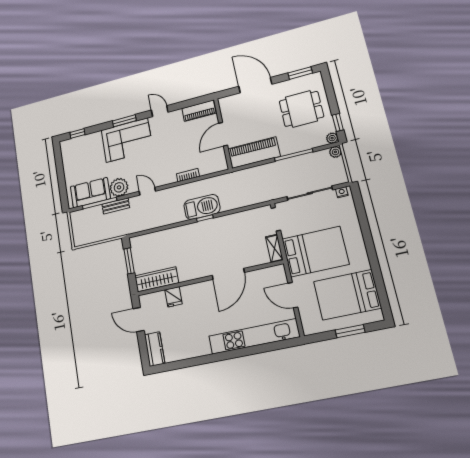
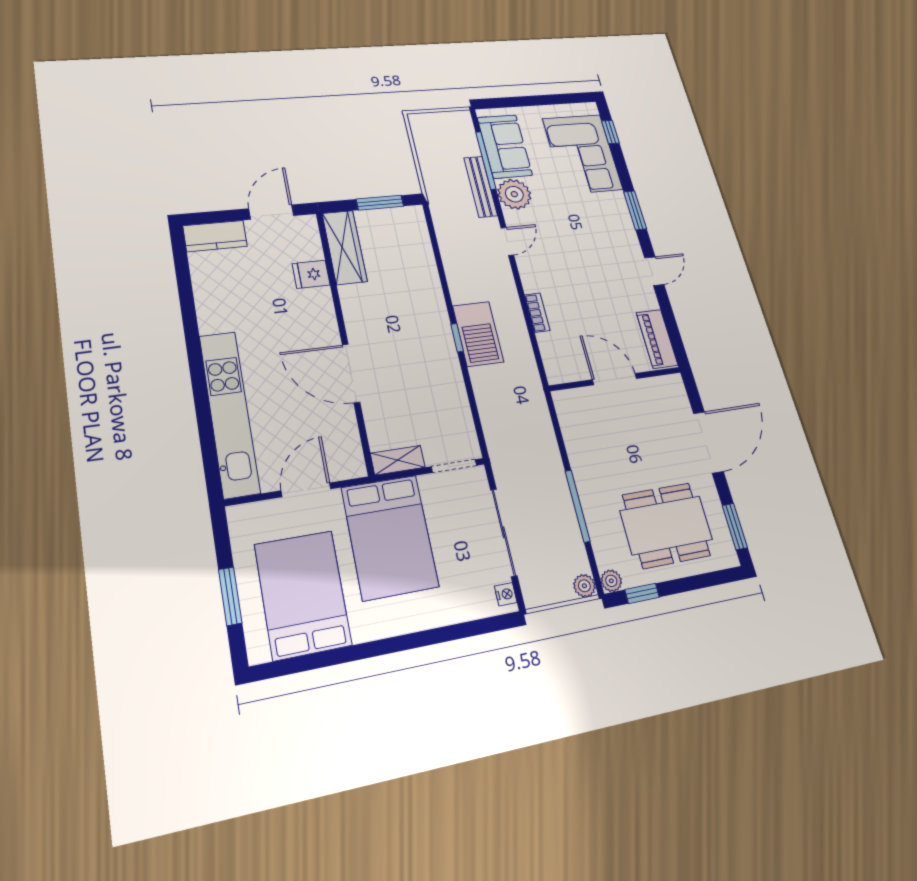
dining table: (301, 109) -> (666, 525), width x1.38
corner sofa: (127, 140) -> (582, 154), moved
piano: (254, 153) -> (581, 433), removed
bench: (116, 206) -> (481, 187), width x1.36

